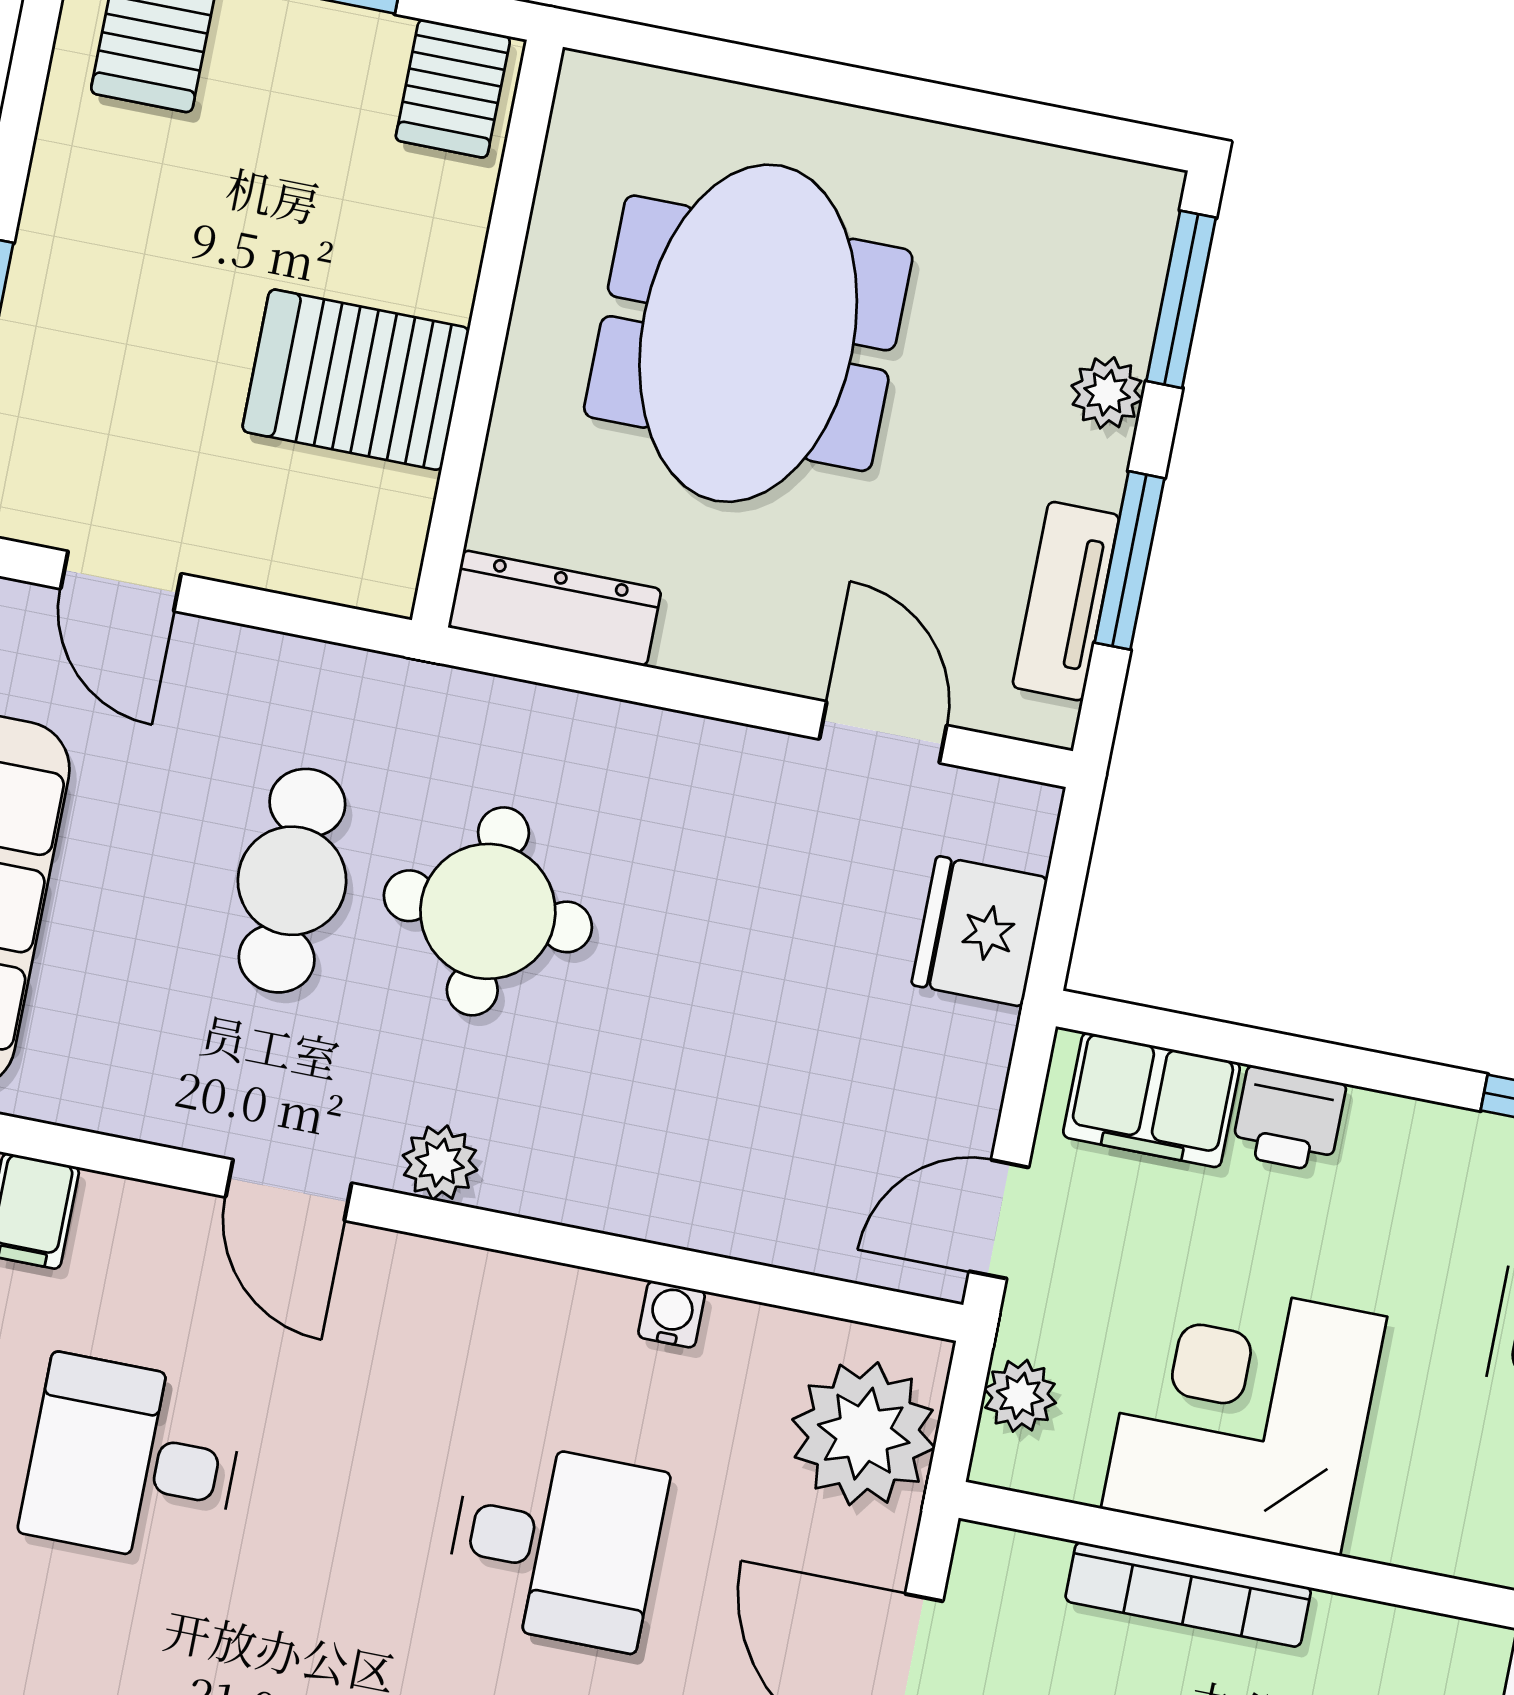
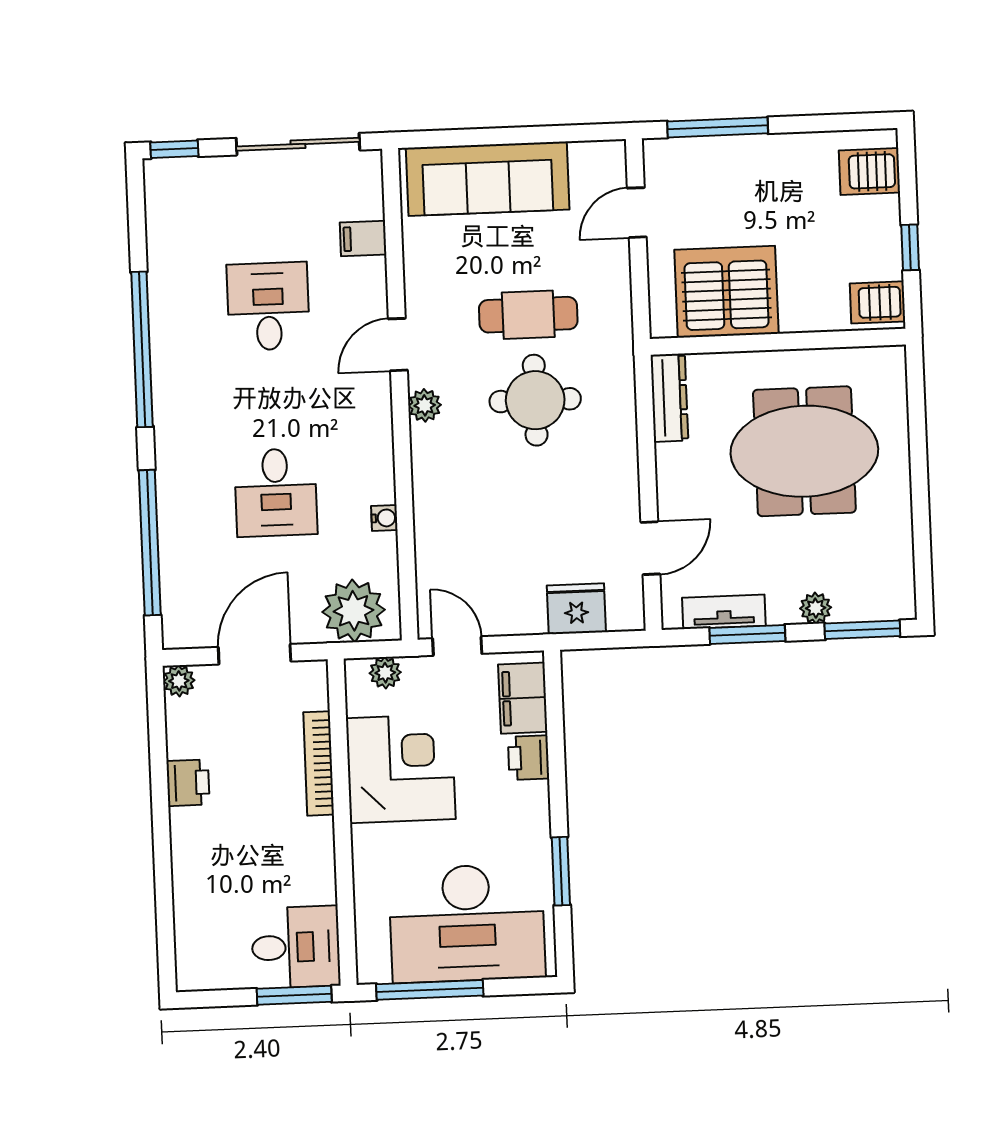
server rack: (356, 380) -> (726, 292), width x1.60

